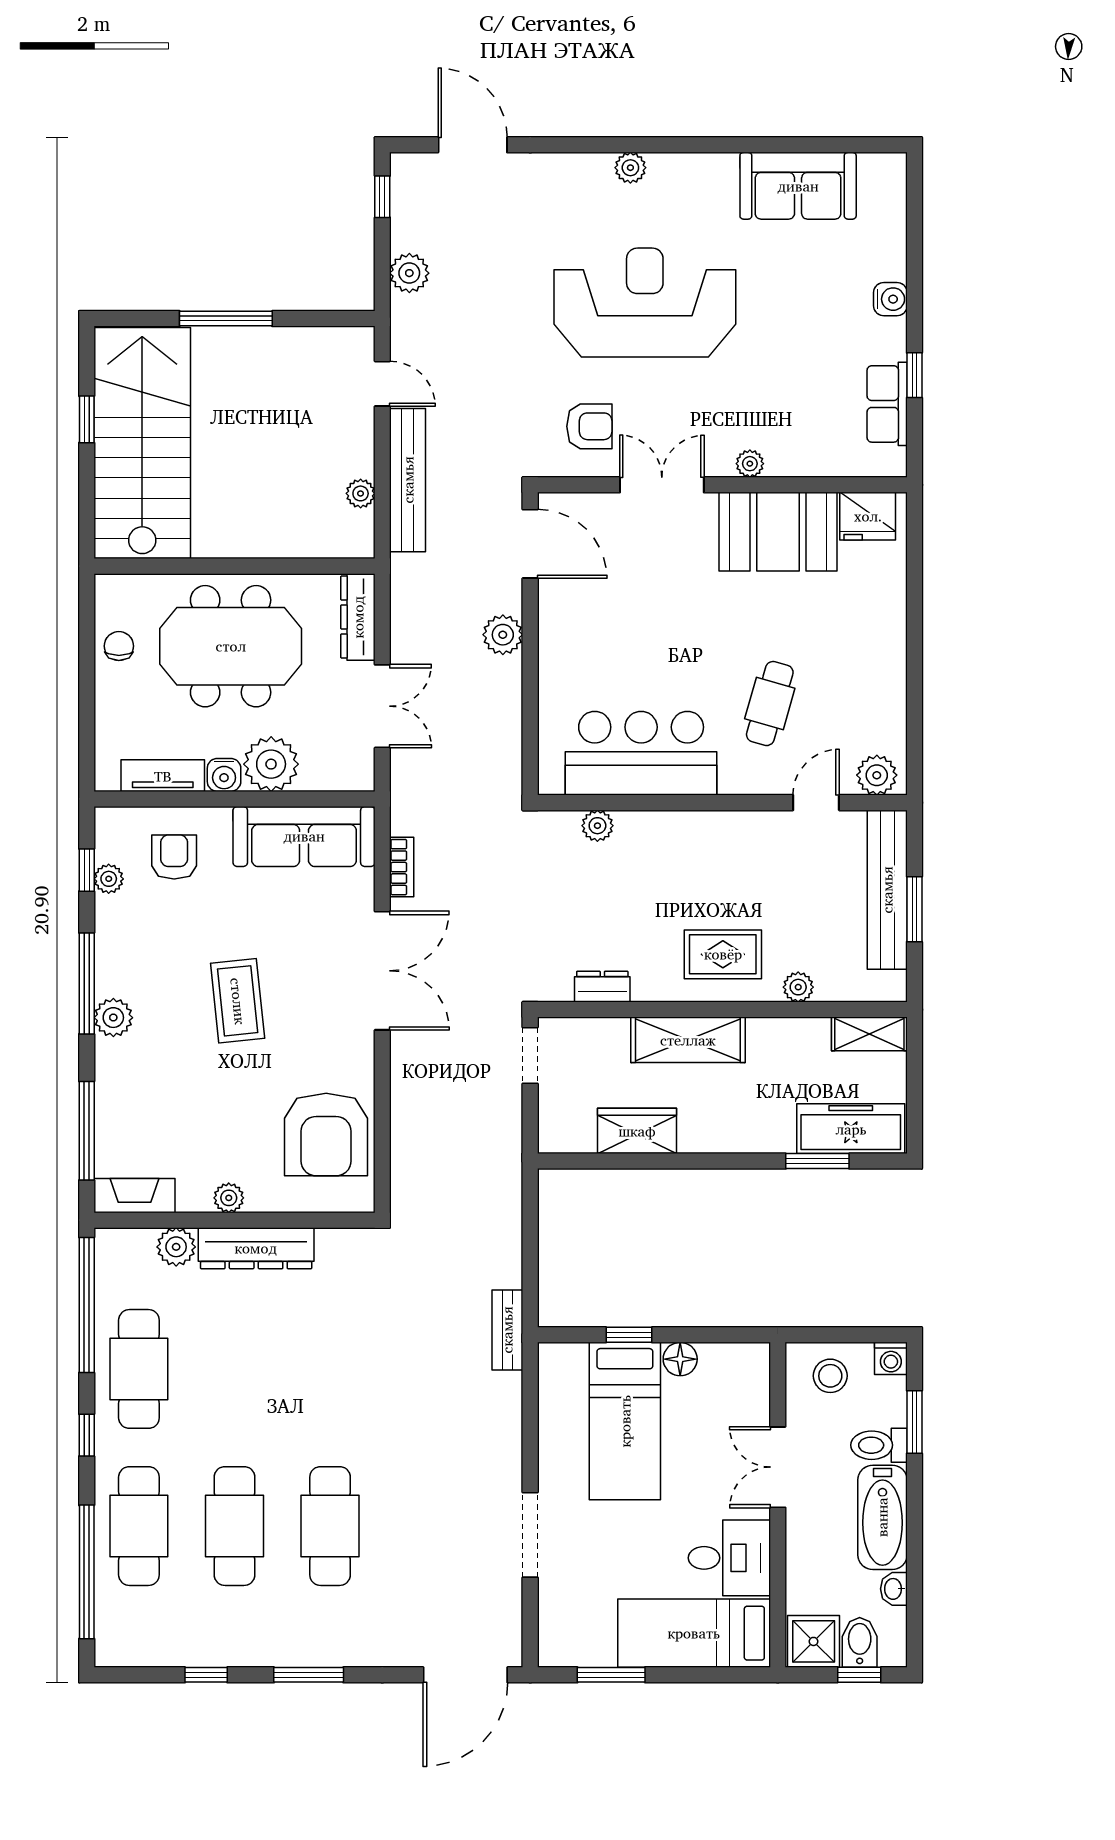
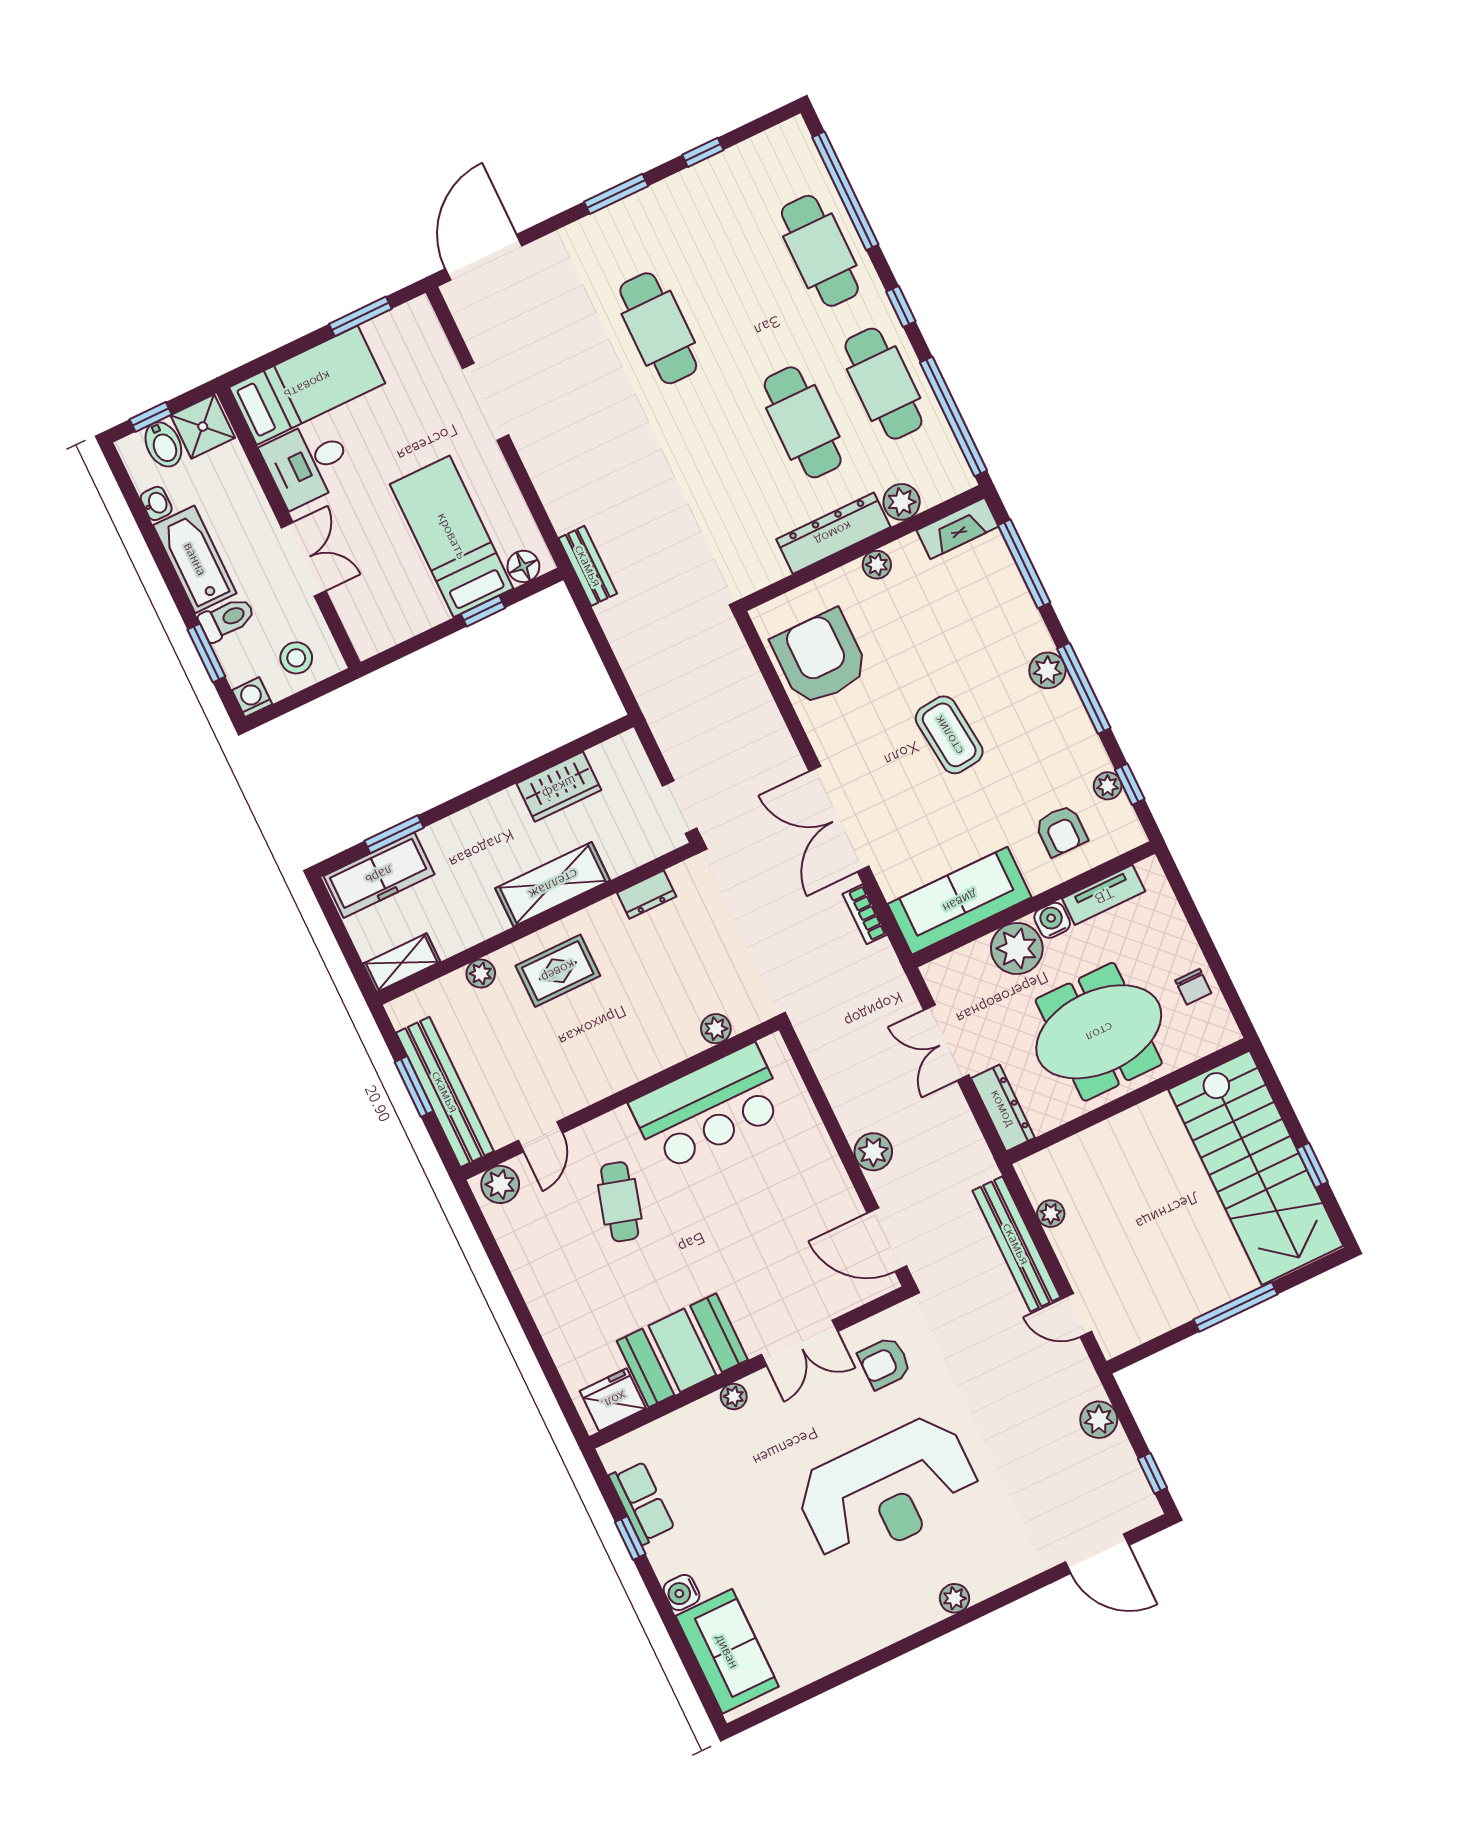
sofa: (798, 186) -> (727, 1651), moved, turned 90
floor lamp: (680, 1359) -> (523, 566), moved
cafe table: (234, 1526) -> (803, 422), moved

